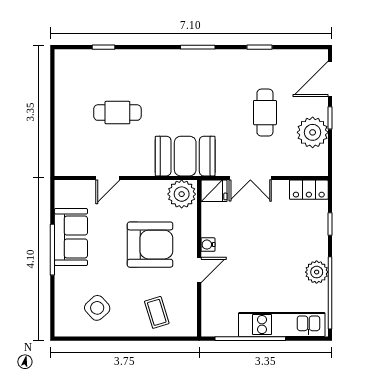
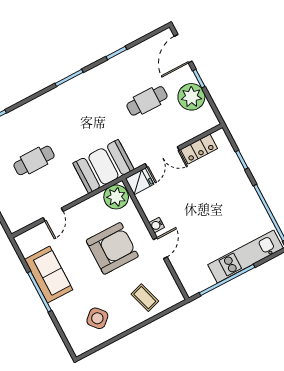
cafe table: (265, 113) -> (147, 101), turned 90
locker: (309, 190) -> (199, 149), moved
plant: (317, 272) -> (251, 202), removed

